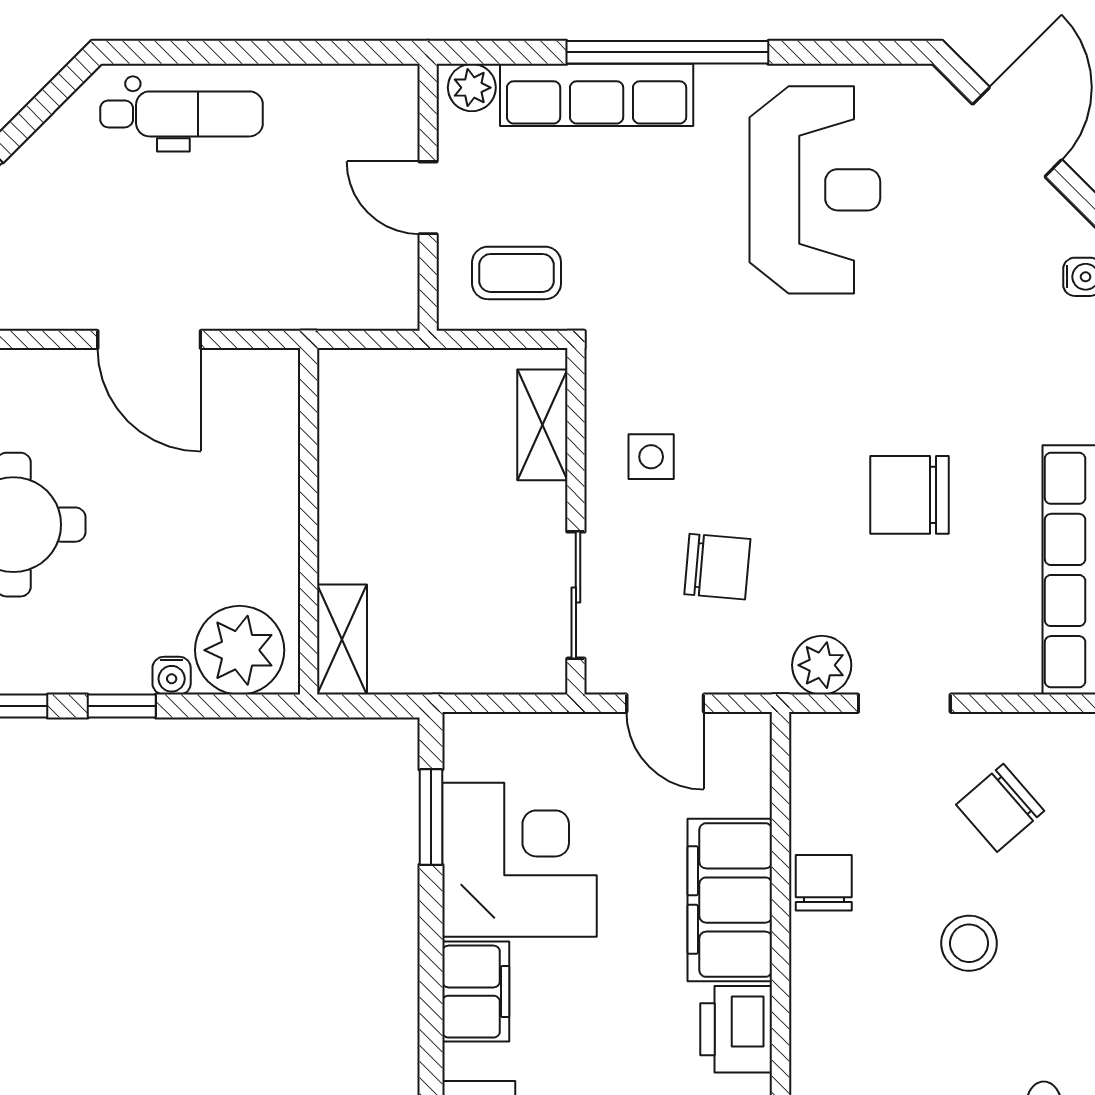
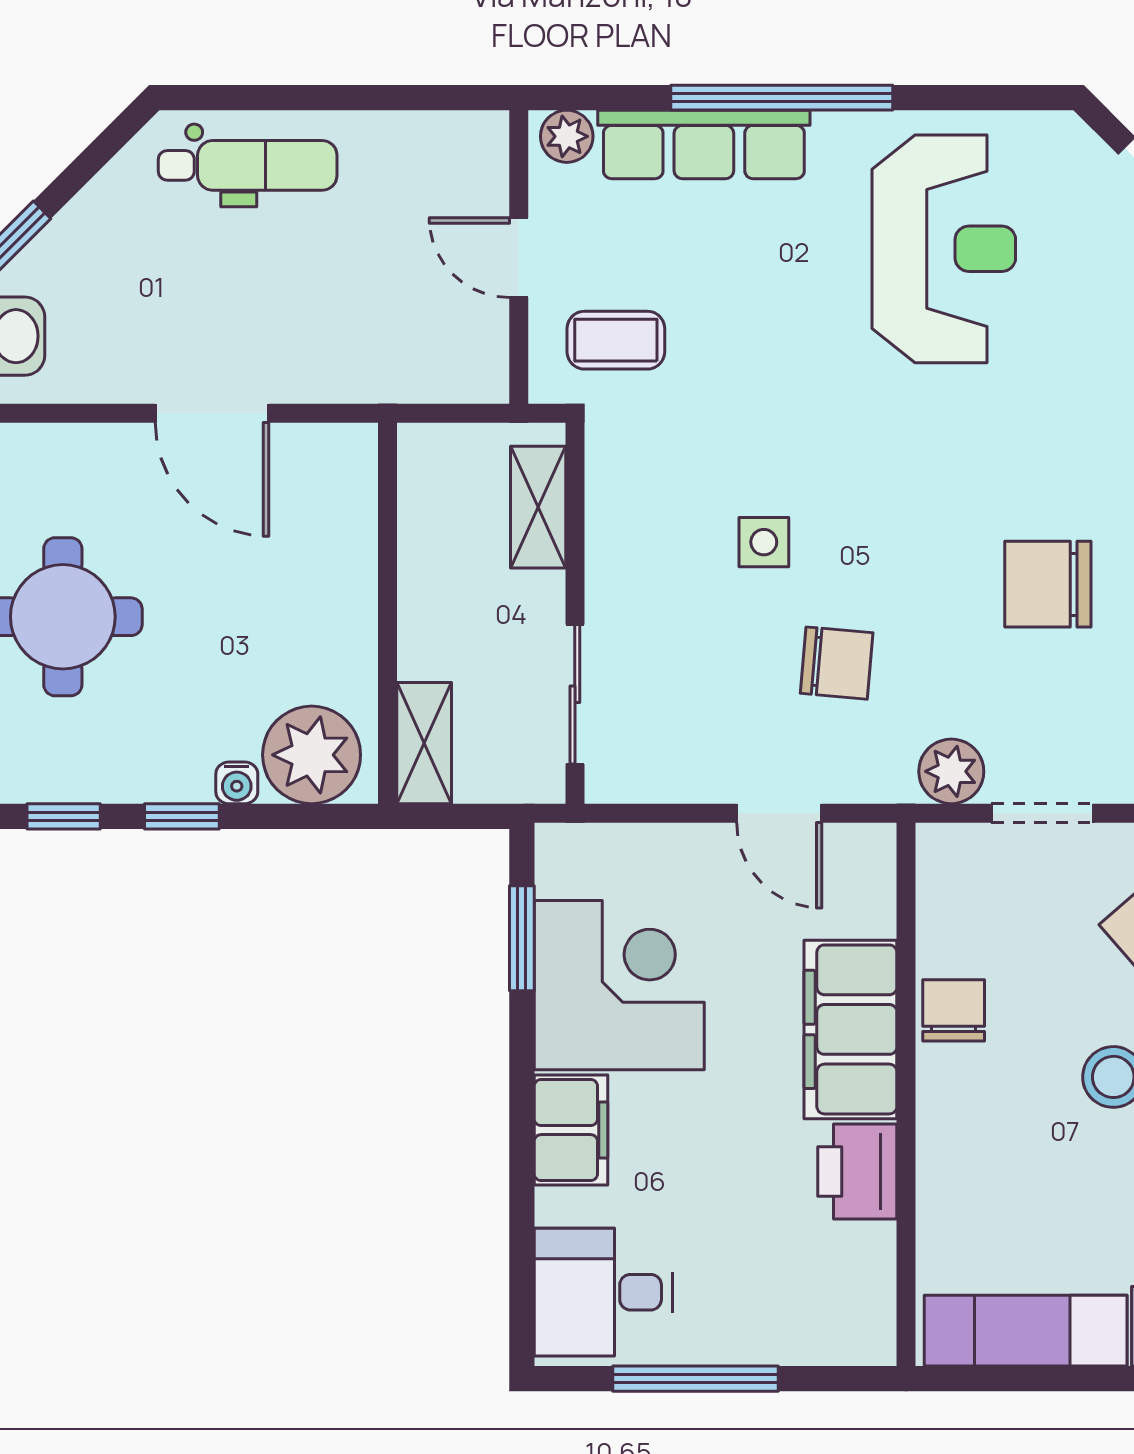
shelving: (542, 425) -> (538, 507), moved
wall: (576, 521) -> (575, 613), moved
sliding door: (576, 595) -> (575, 694), moved

